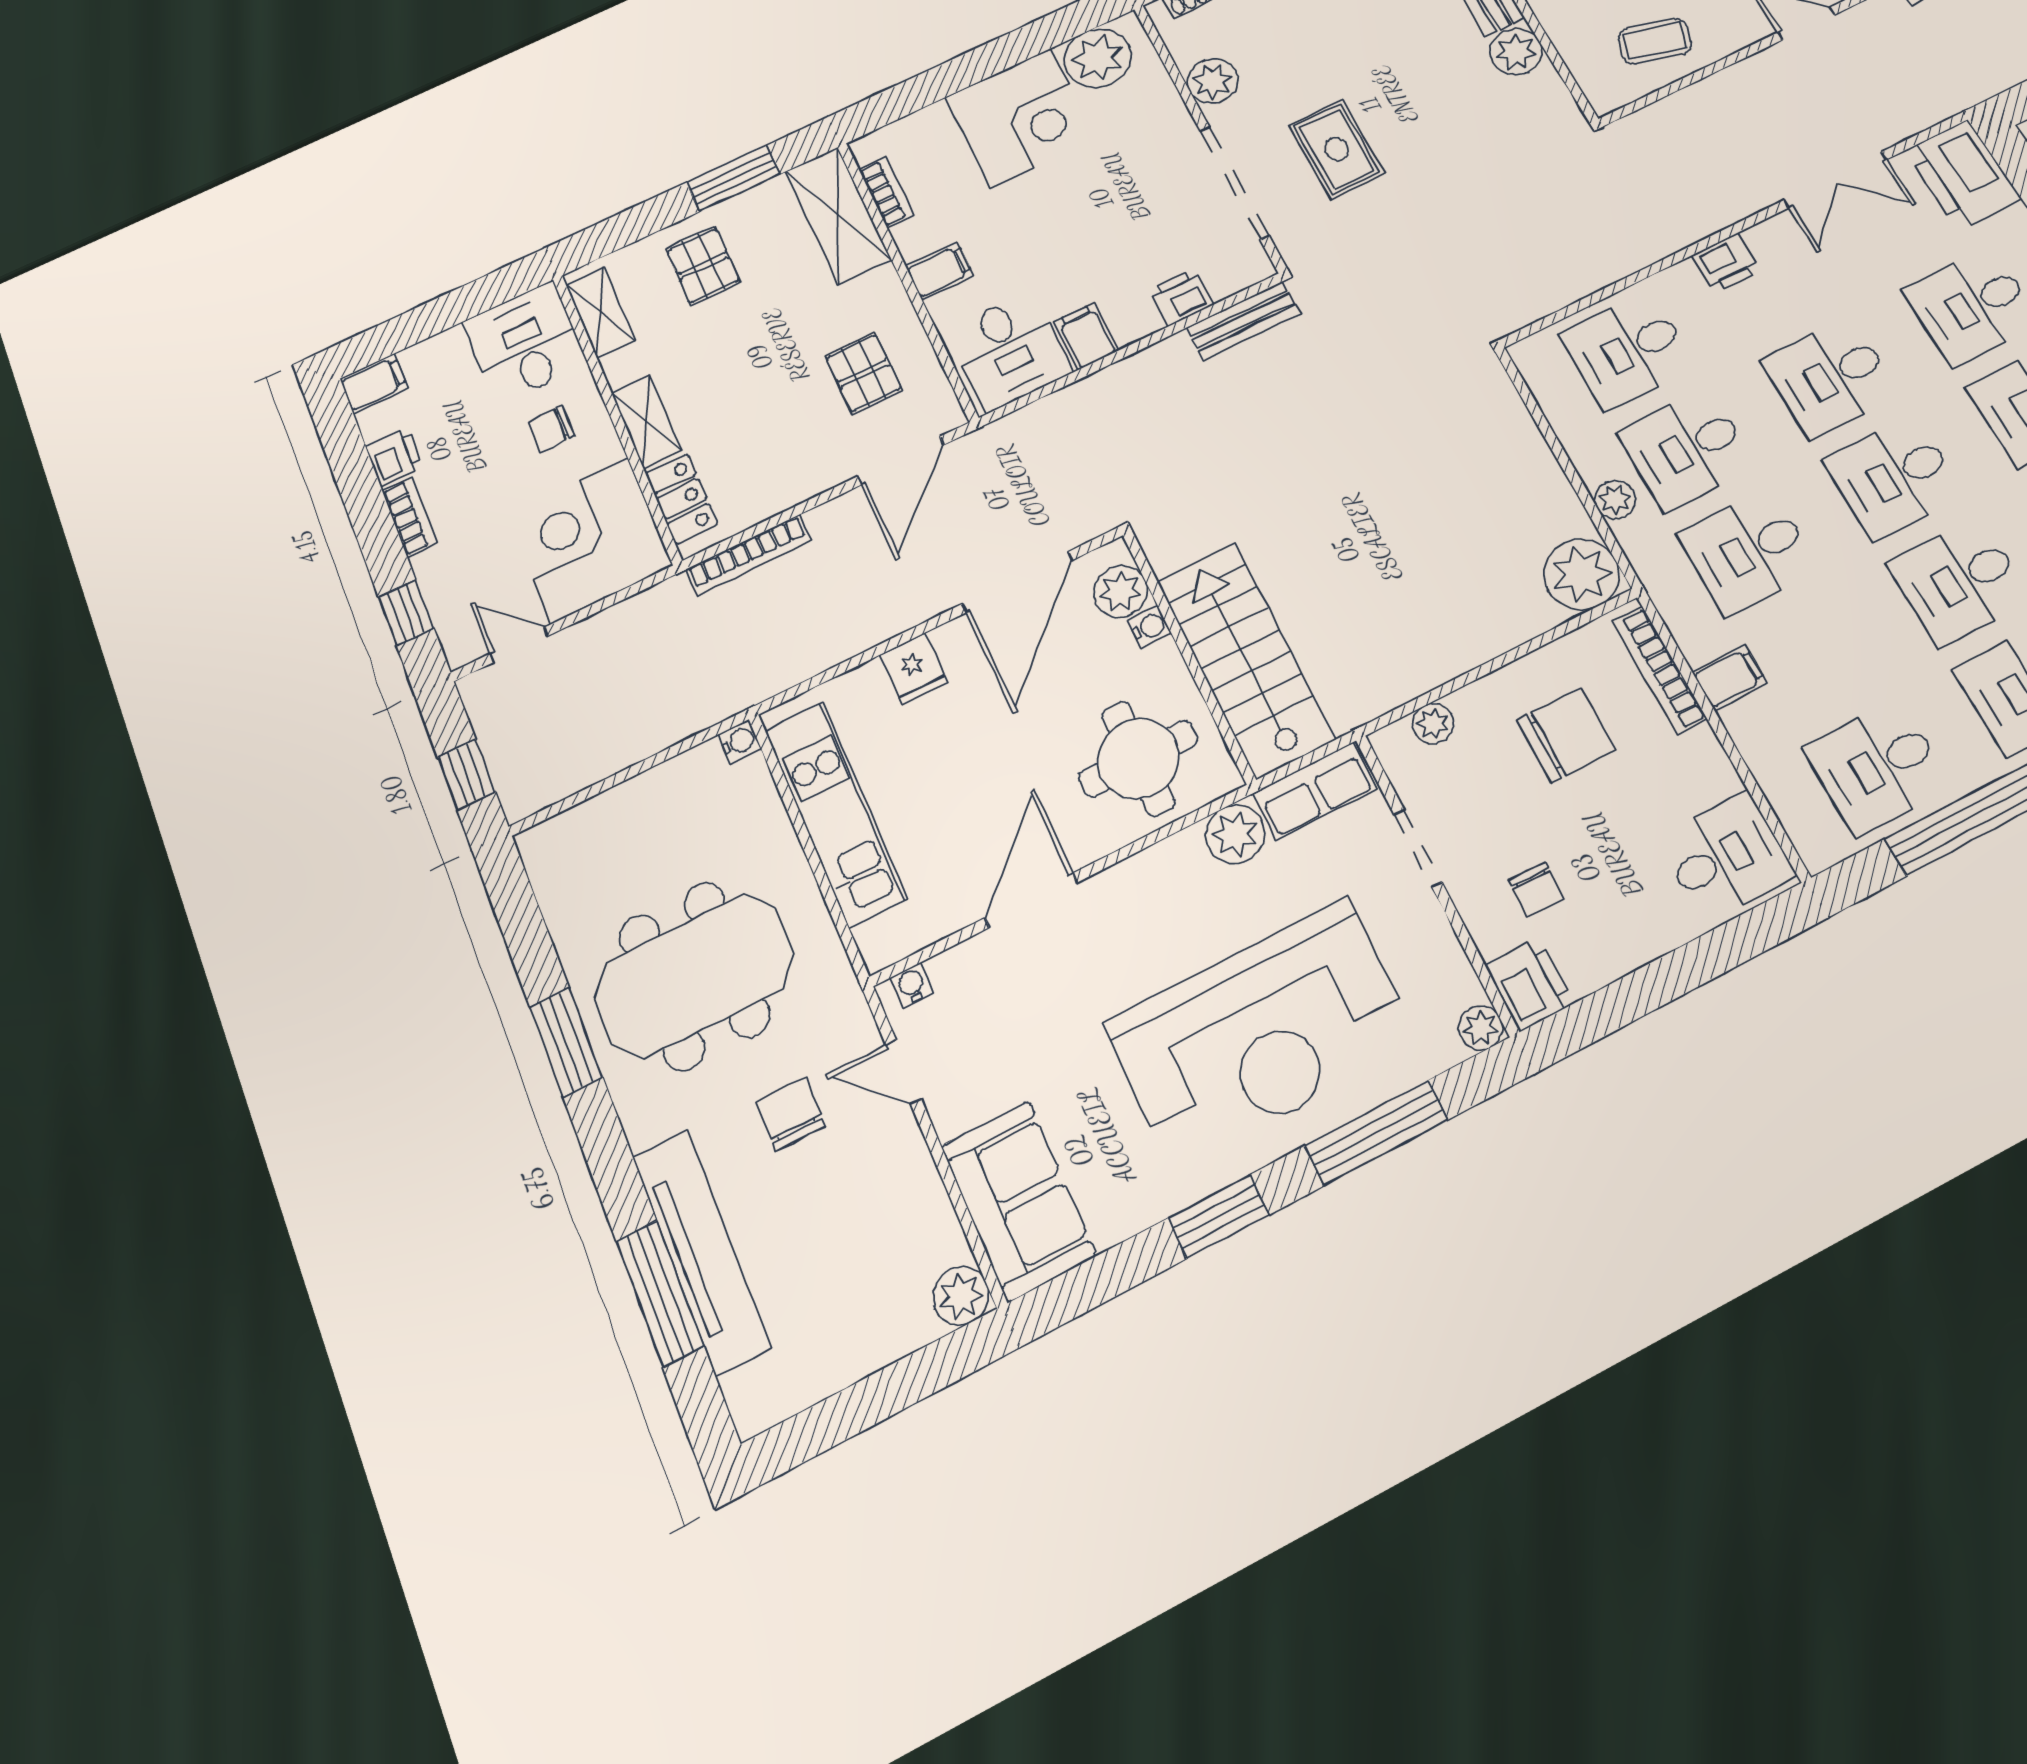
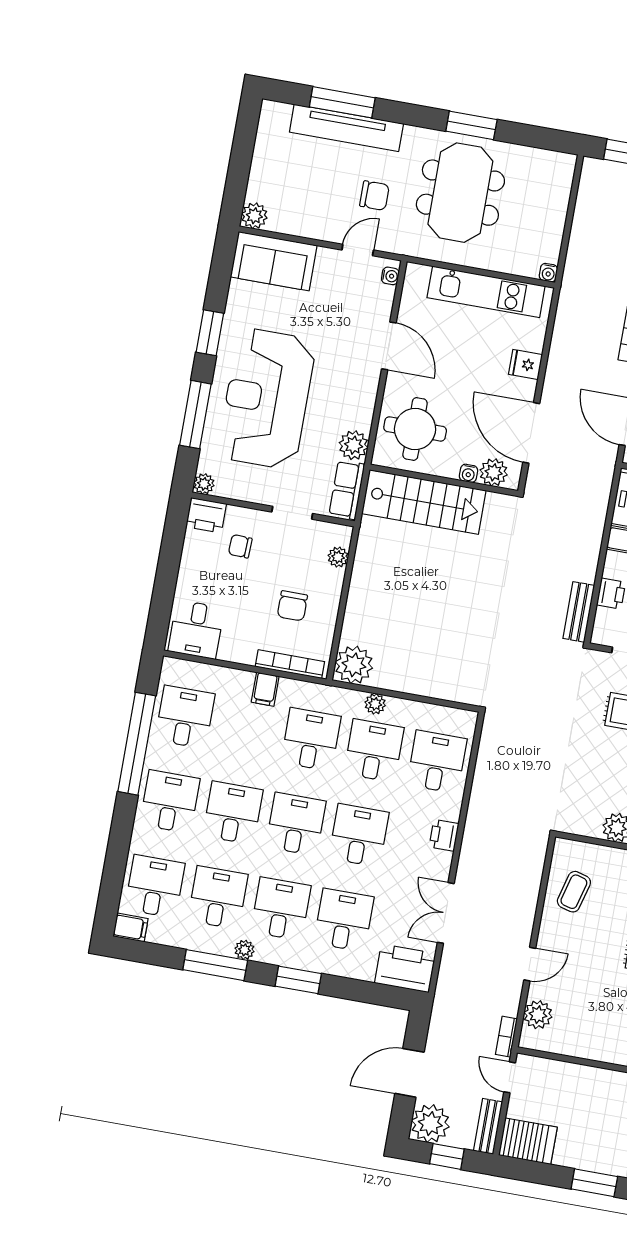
chair: (1566, 735) -> (292, 606), width x0.73, depth x0.73

